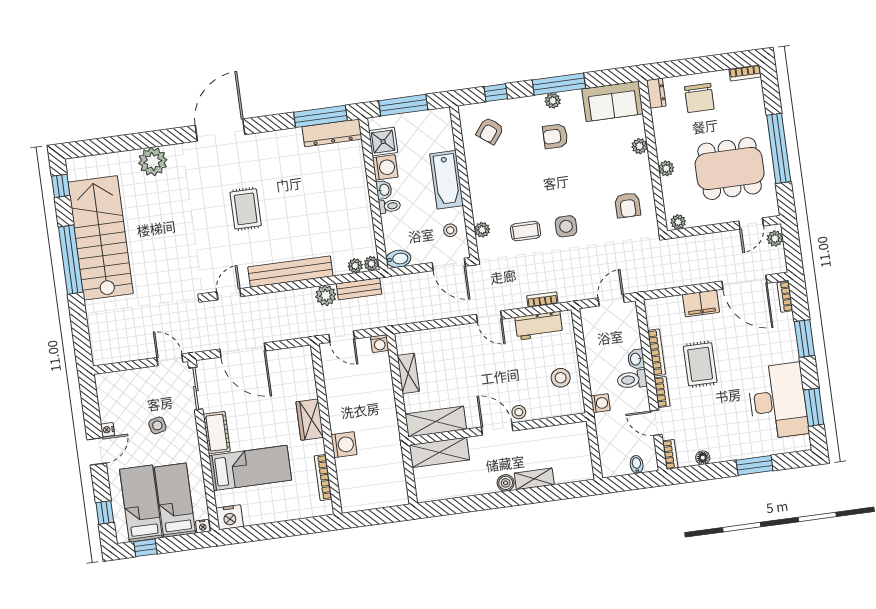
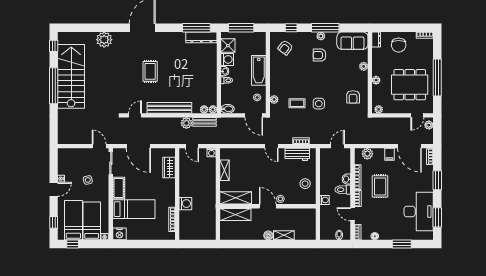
filing cabinet: (701, 303) -> (389, 154), width x0.50
plant: (668, 307) -> (367, 154), added
wardrobe: (310, 420) -> (169, 167), moved

